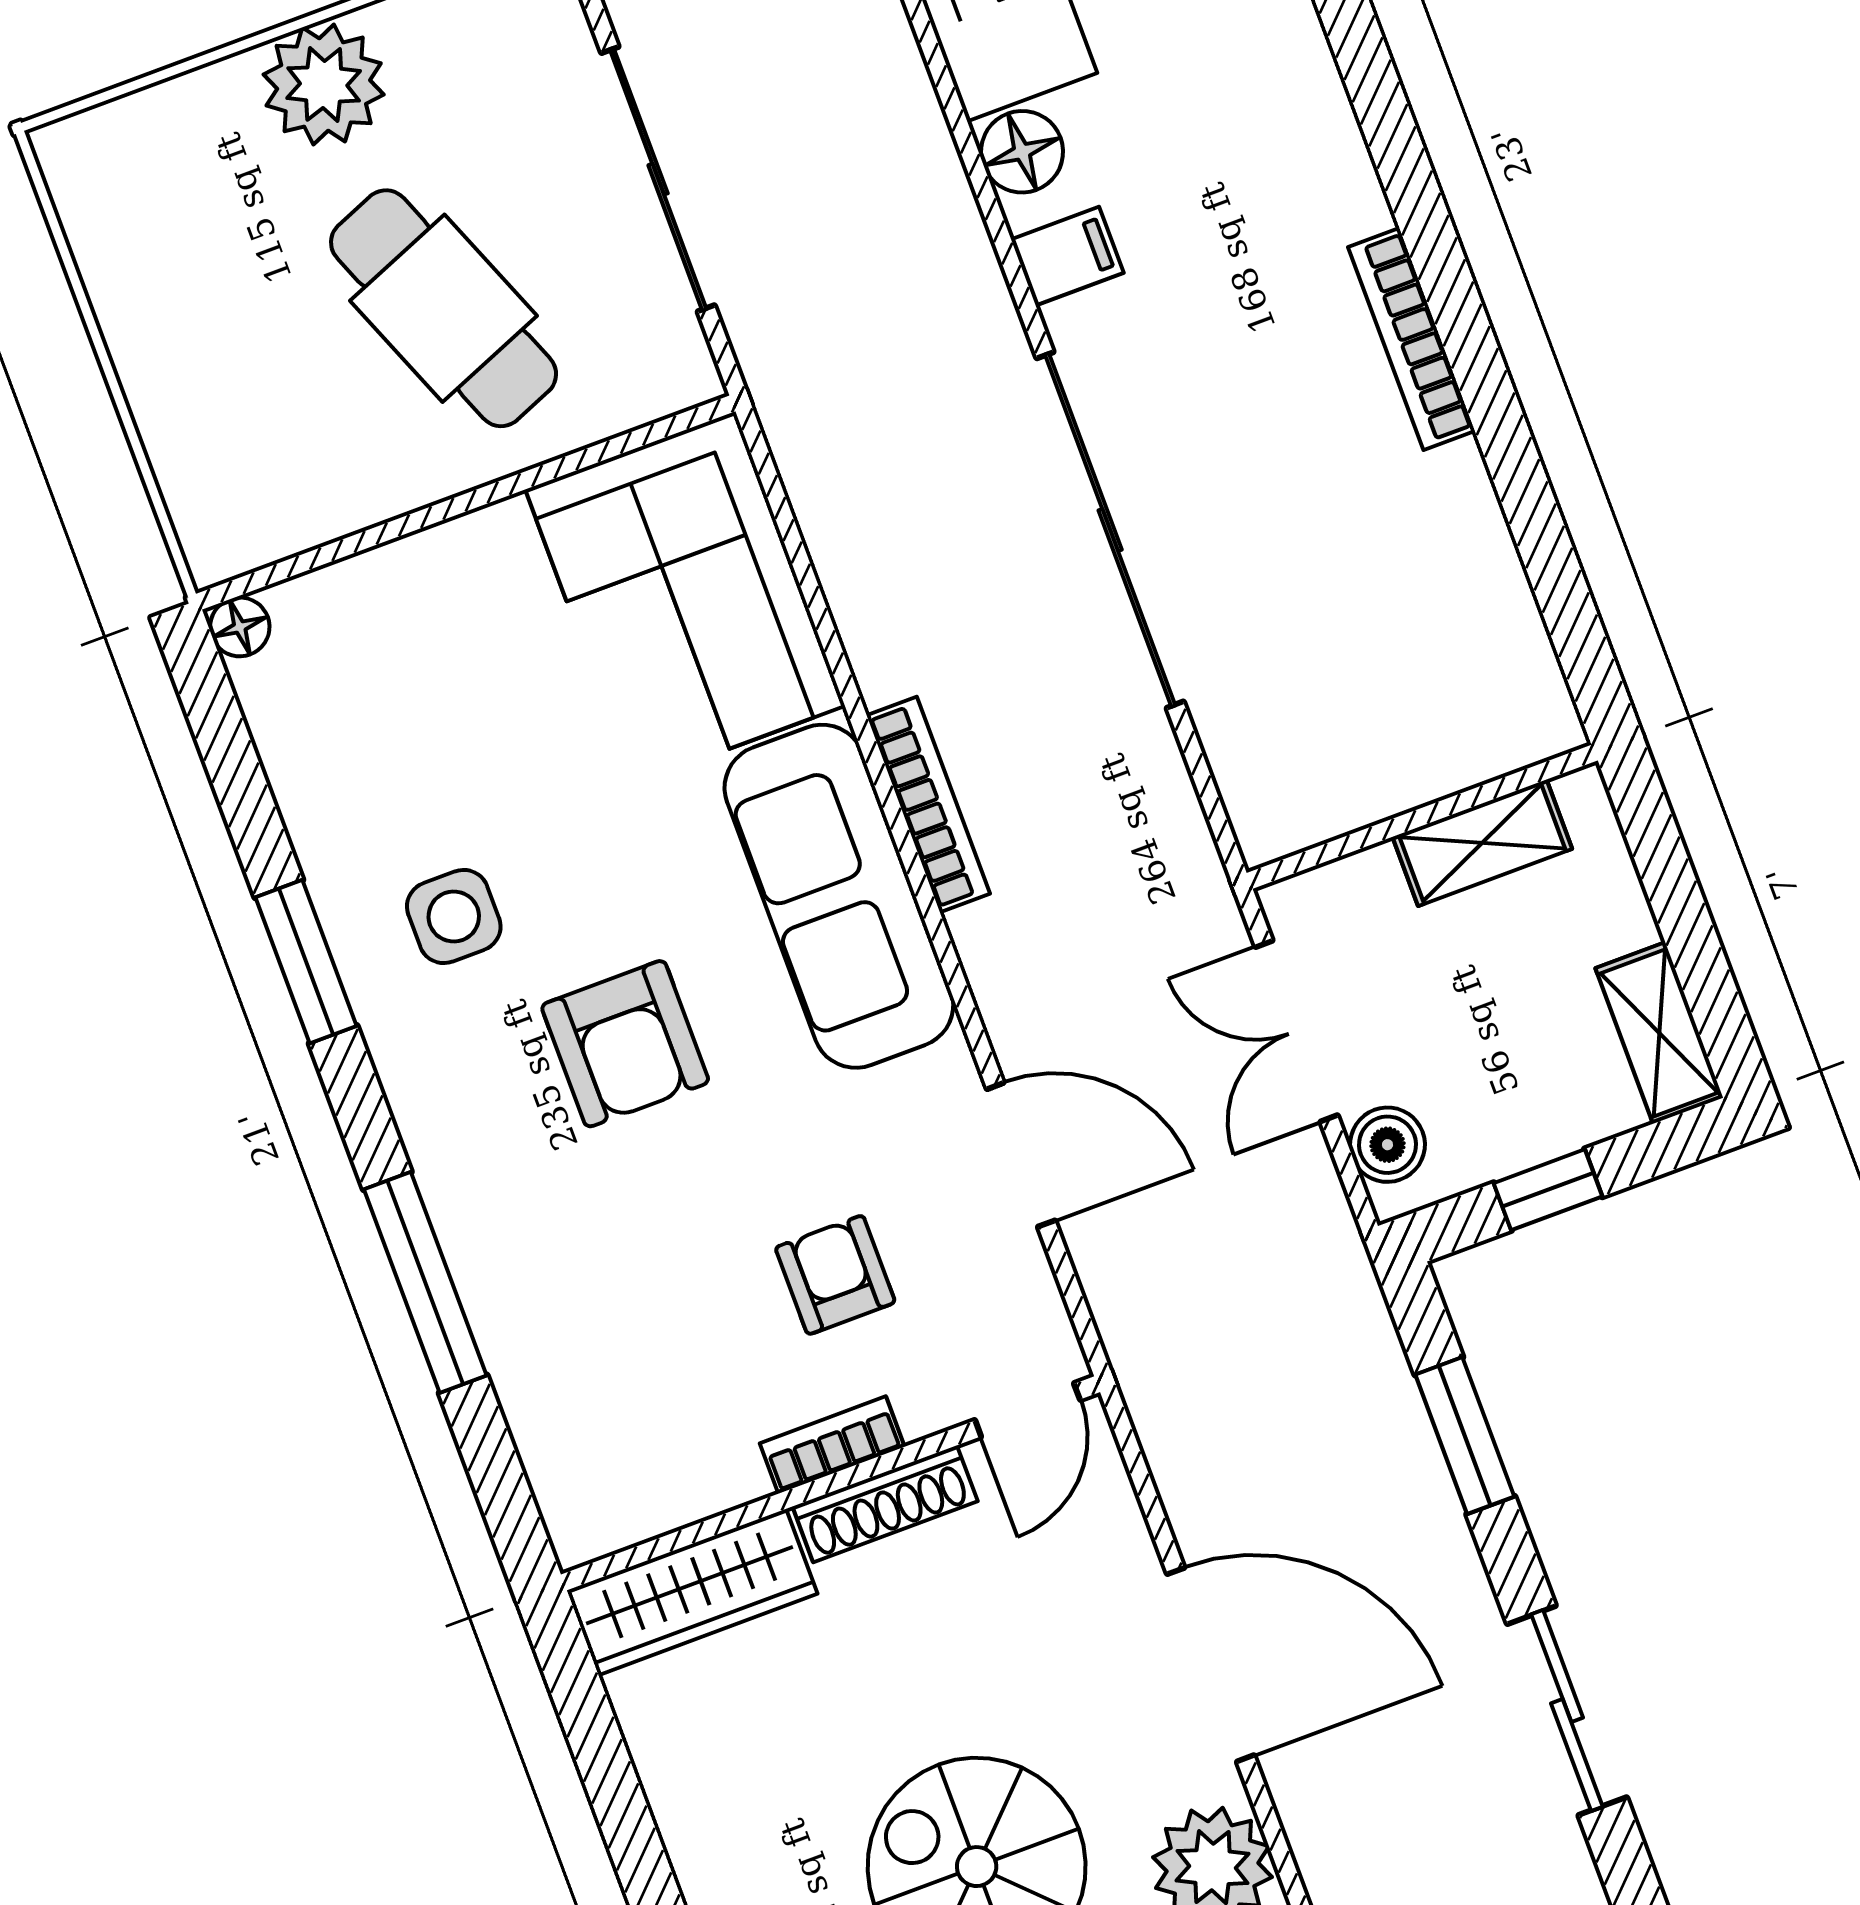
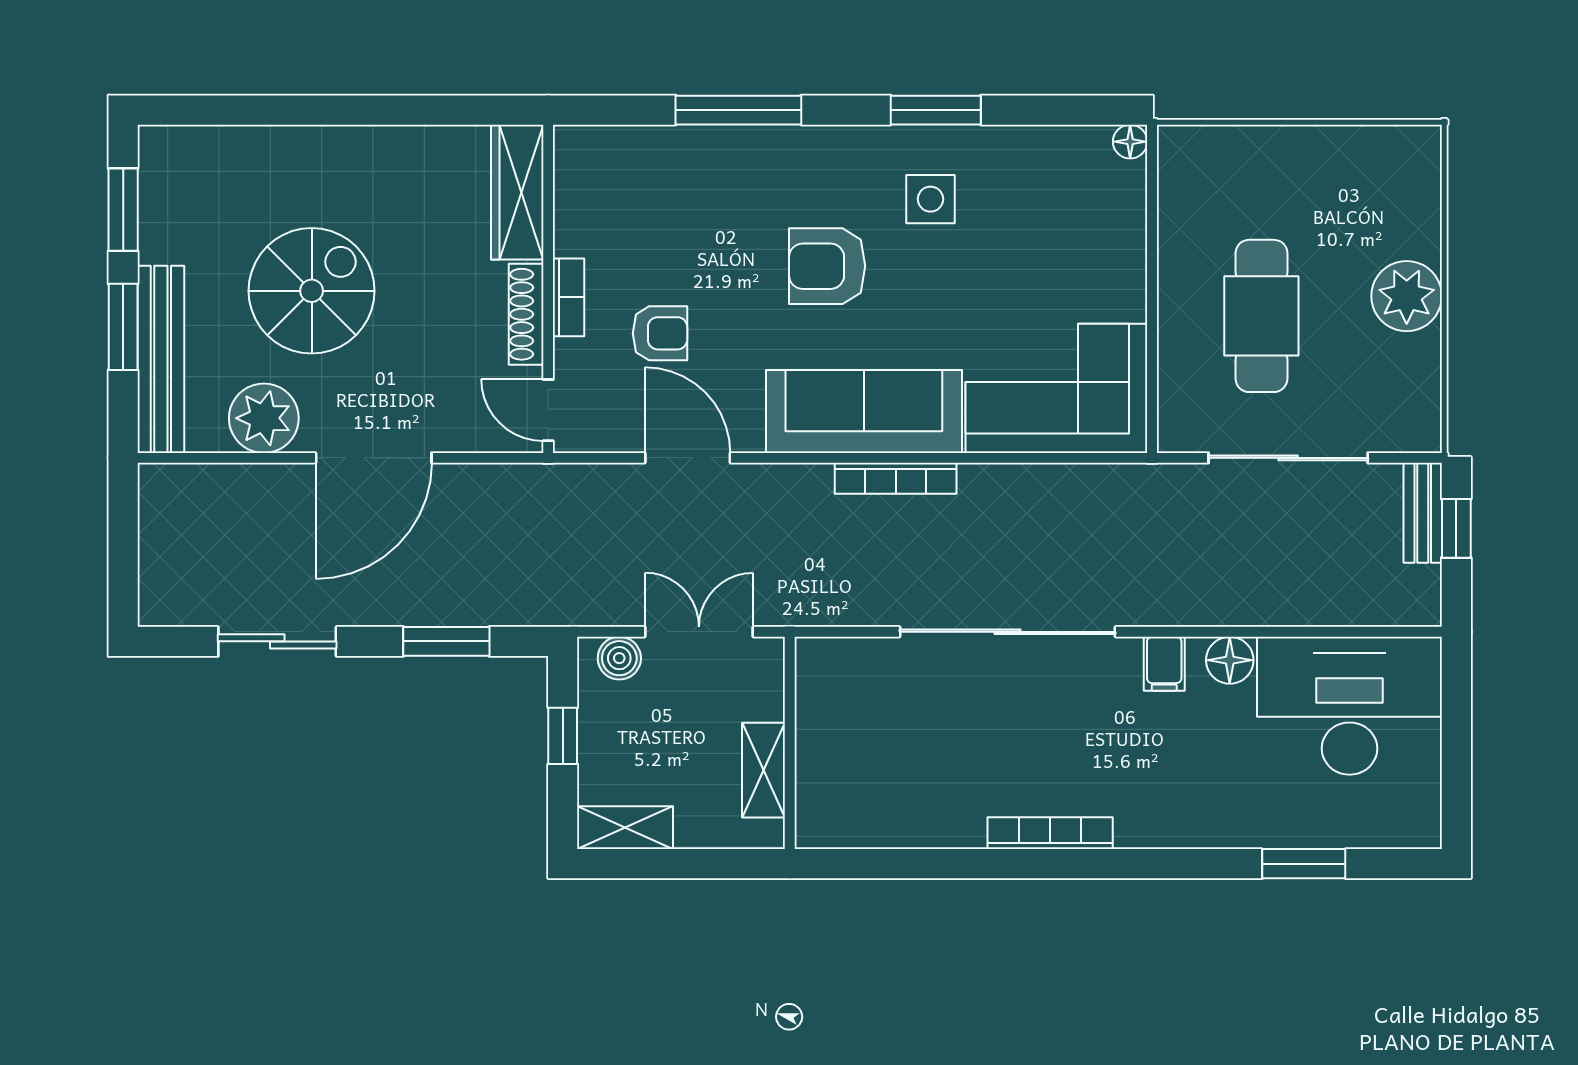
cafe table: (444, 308) -> (1261, 316), turned -68
door: (1021, 1155) -> (688, 458), swing flipped

